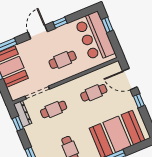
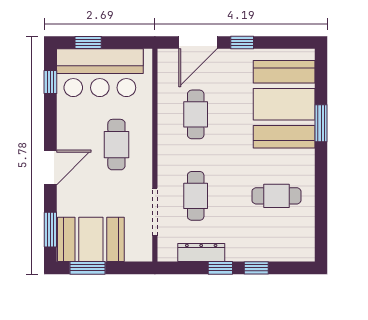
window: (60, 23) -> (50, 82), moved
door: (38, 32) -> (50, 168), swing flipped
dresser: (23, 114) -> (201, 253), moved
window: (18, 124) -> (220, 268), moved

